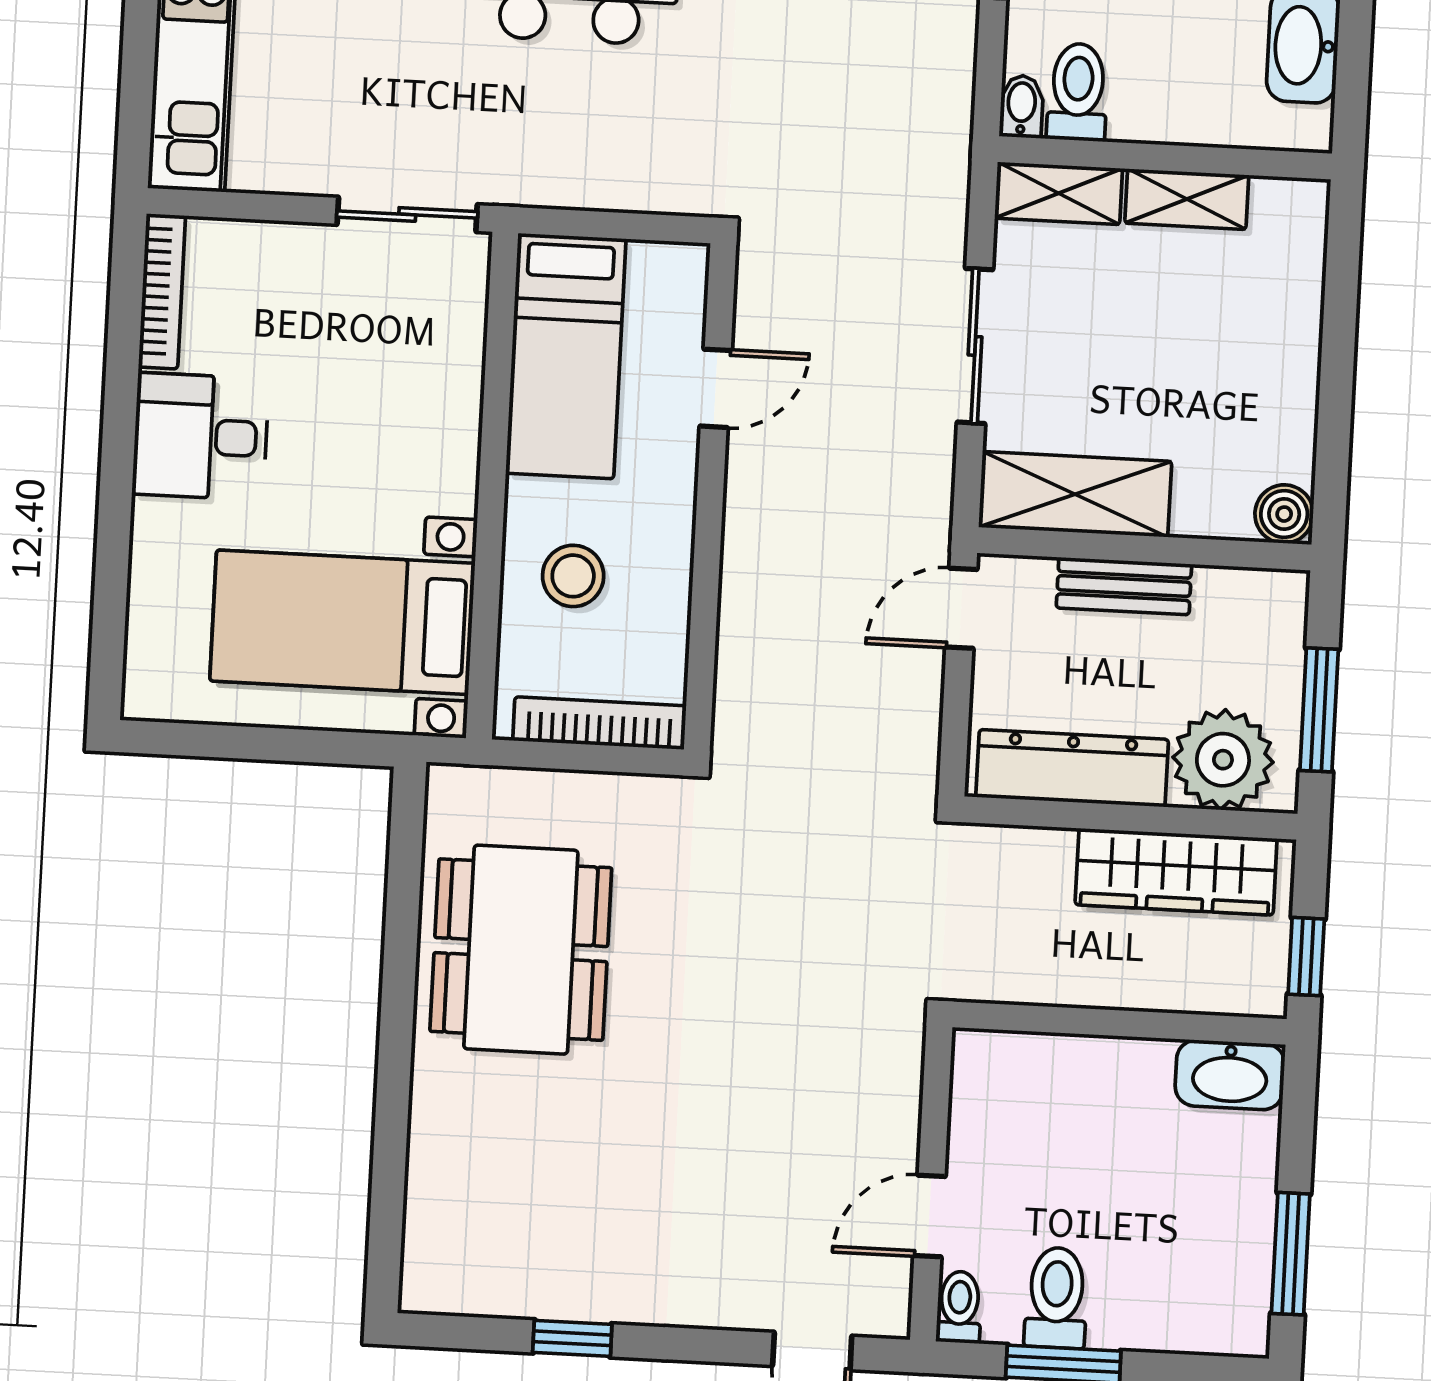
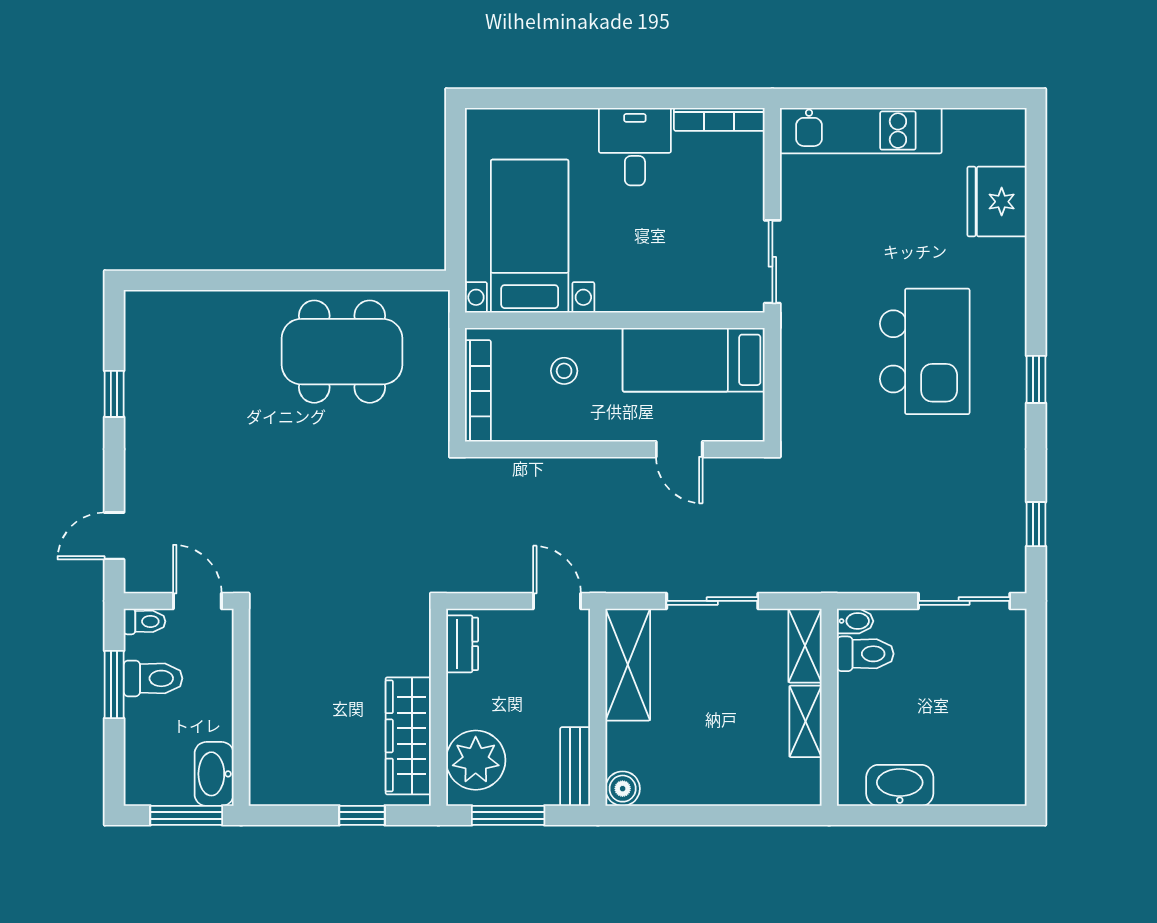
stool: (573, 576) -> (564, 371), width x0.73, depth x0.73
bench: (1124, 586) -> (575, 767), moved
dresser: (1072, 768) -> (462, 644), width x0.51, depth x0.80
wall: (1120, 1023) -> (241, 707), moved
washbasin: (1230, 1075) -> (214, 774), moved

